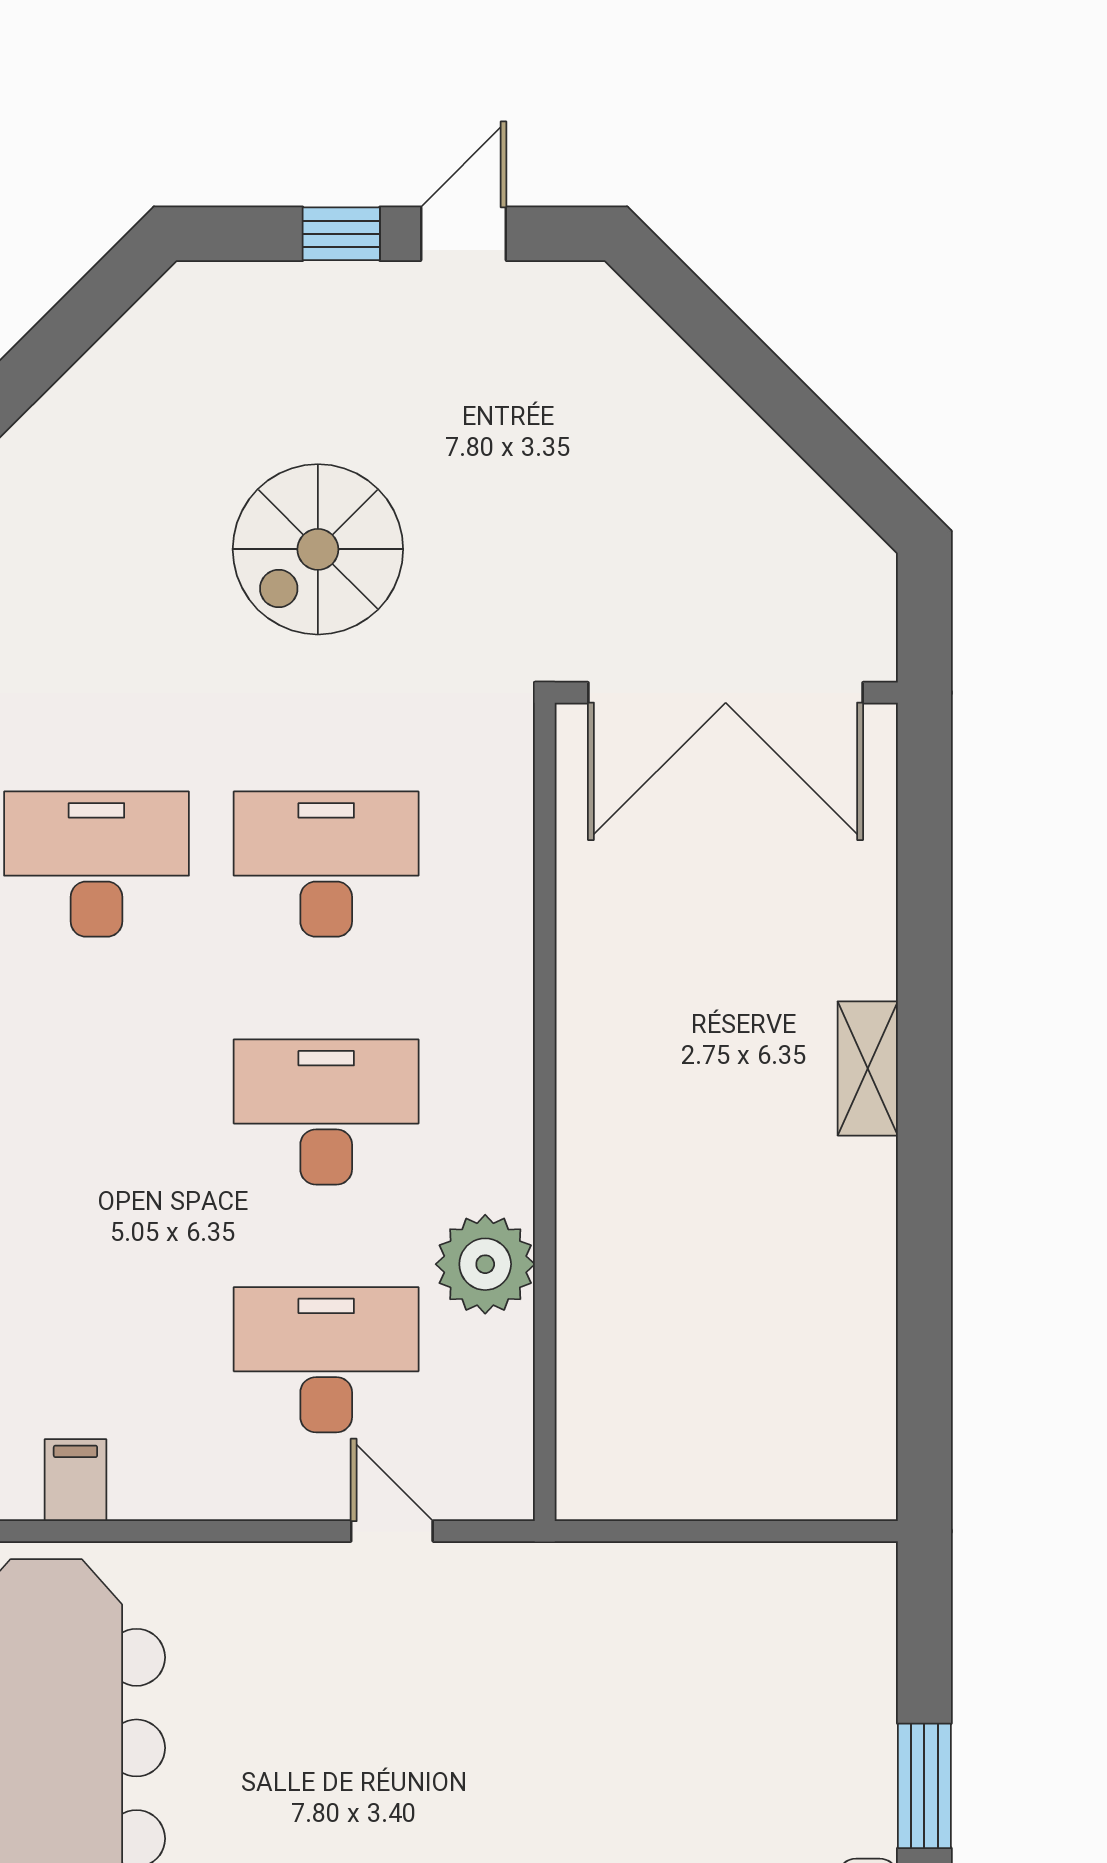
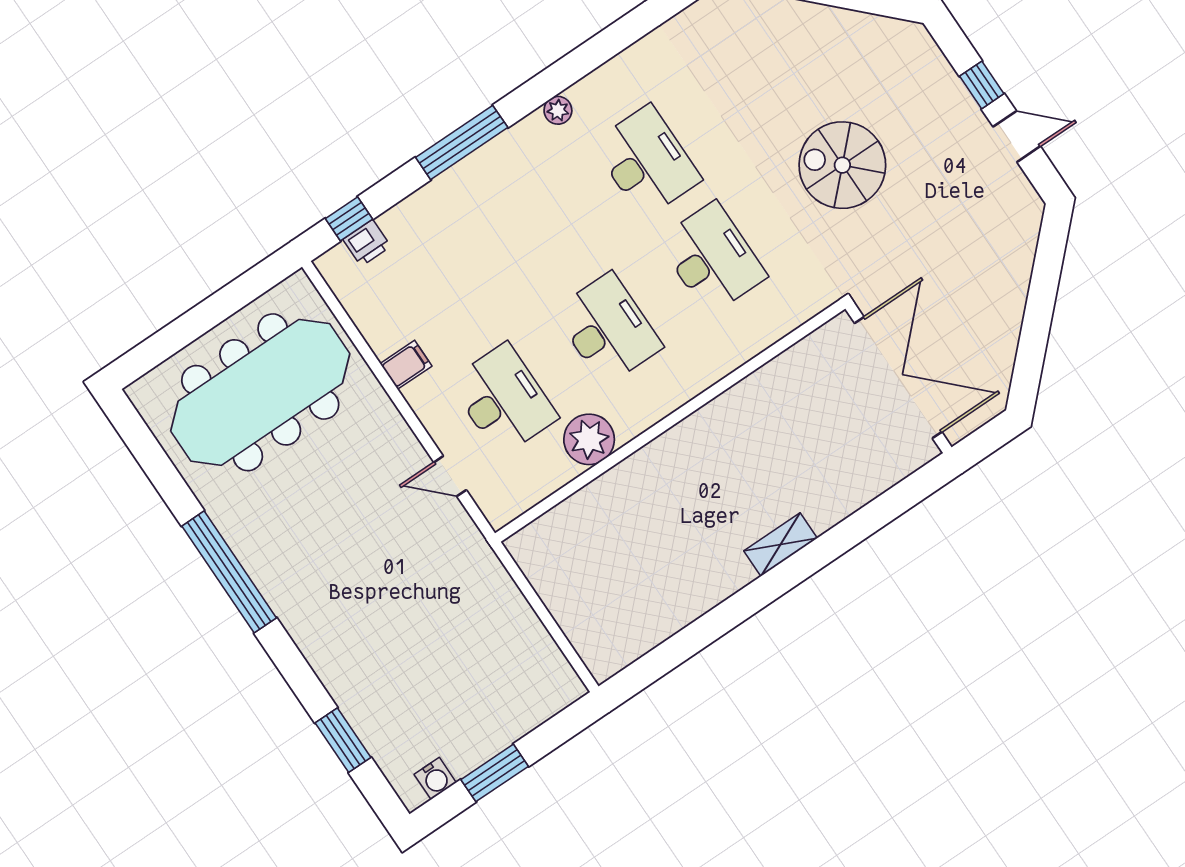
double door: (726, 693) -> (898, 378), swing flipped
filing cabinet: (75, 1480) -> (406, 365), moved
door: (392, 1531) -> (450, 476), swing flipped

